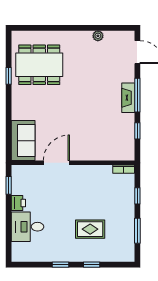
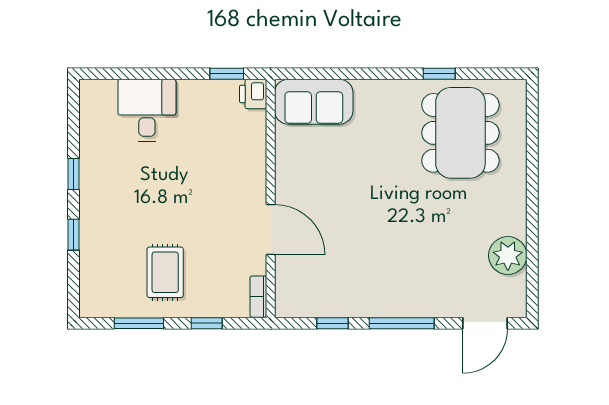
plant: (98, 36) -> (508, 256), width x1.88, depth x1.88
fireplace: (128, 98) -> (397, 305), removed
door: (56, 163) -> (271, 230), moved
printer: (18, 203) -> (253, 94), moved, turned 90
rug: (90, 229) -> (165, 272), moved

